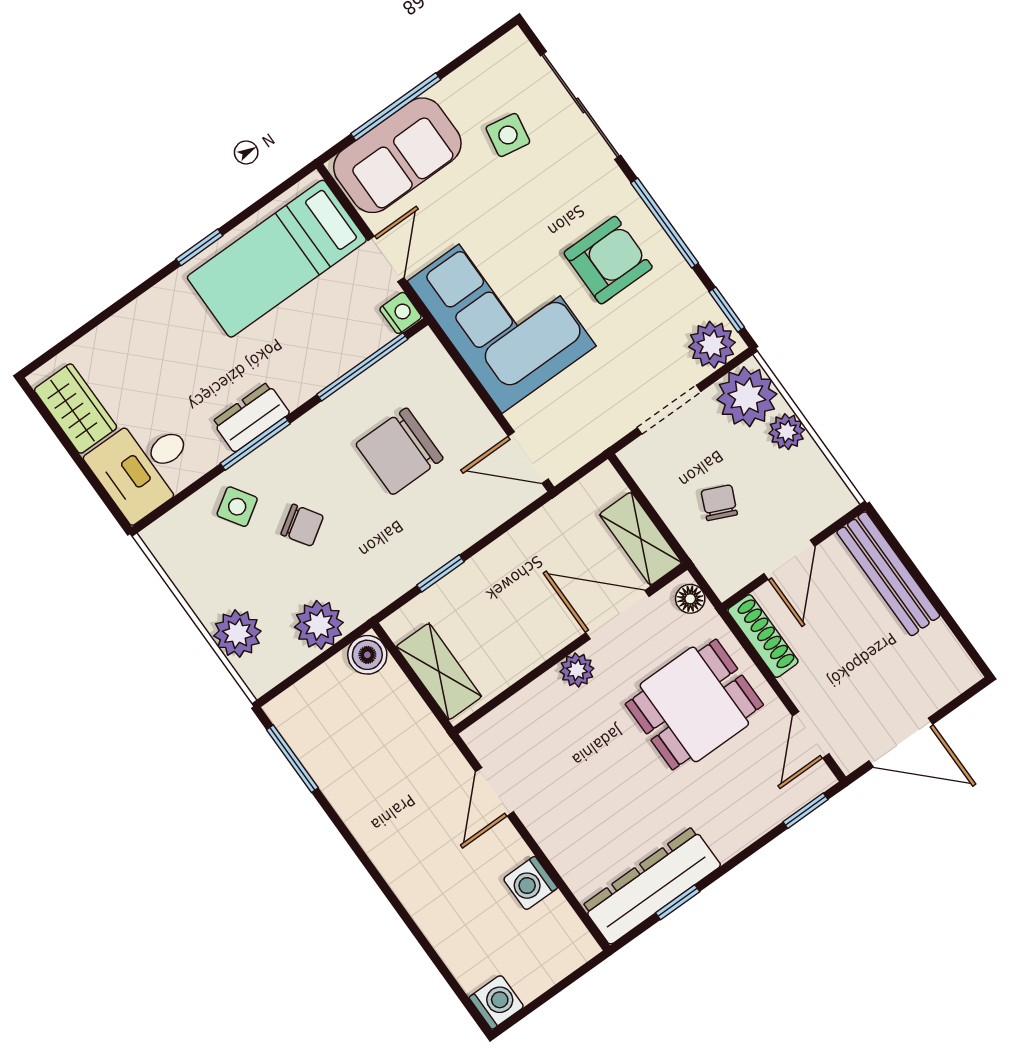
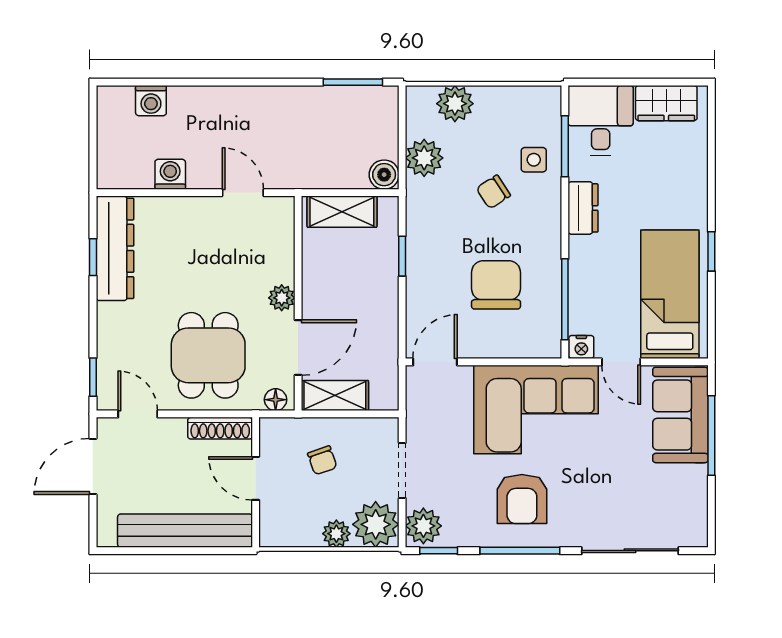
side table: (508, 135) -> (644, 493), removed
window: (255, 443) -> (565, 146), moved
chair: (719, 503) -> (322, 460), turned 47
side table: (237, 507) -> (534, 160), turned 33
bench: (888, 574) -> (185, 531), width x1.37, depth x1.21
washing machine: (496, 1002) -> (151, 101), moved

